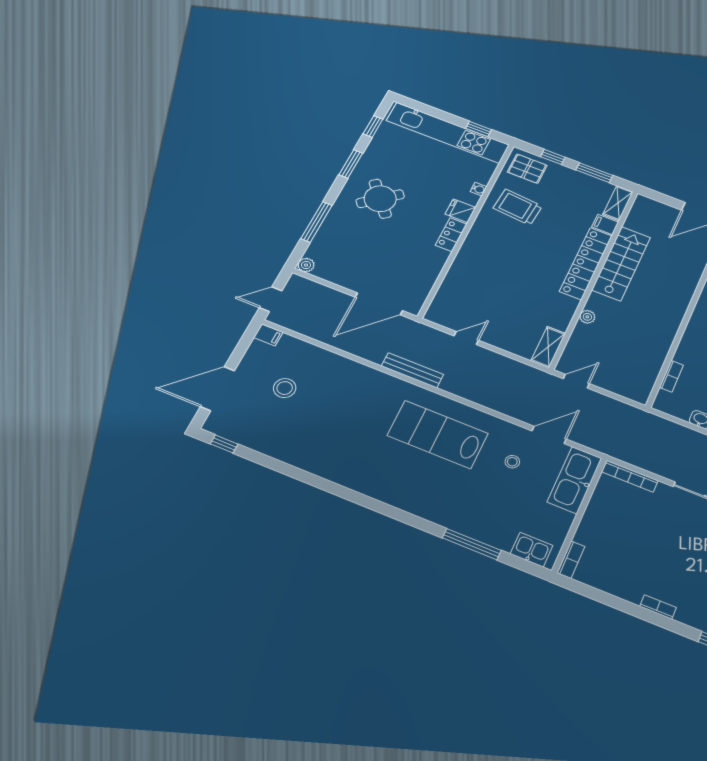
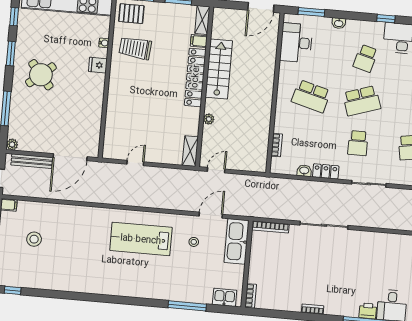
locker: (451, 235) -> (98, 87), removed
bench: (412, 370) -> (32, 161), moved

